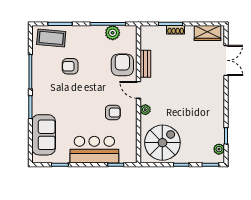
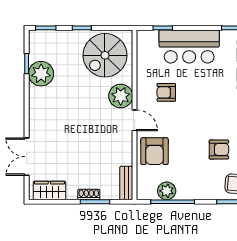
bench: (145, 64) -> (126, 183), moved
plant: (145, 110) -> (121, 96), width x1.87, depth x1.87
plant: (219, 149) -> (41, 74), moved, width x1.88, depth x1.88

